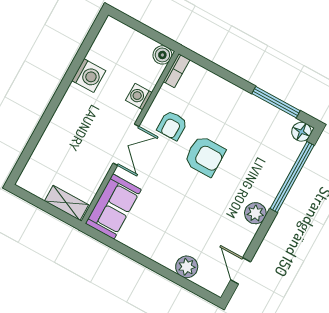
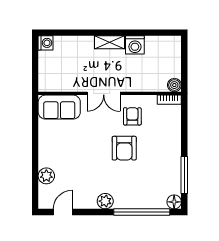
washing machine: (139, 97) -> (45, 43), moved, turned 90
armchair: (172, 125) -> (132, 116), turned 90
shelving: (66, 203) -> (110, 42), moved, turned 90

